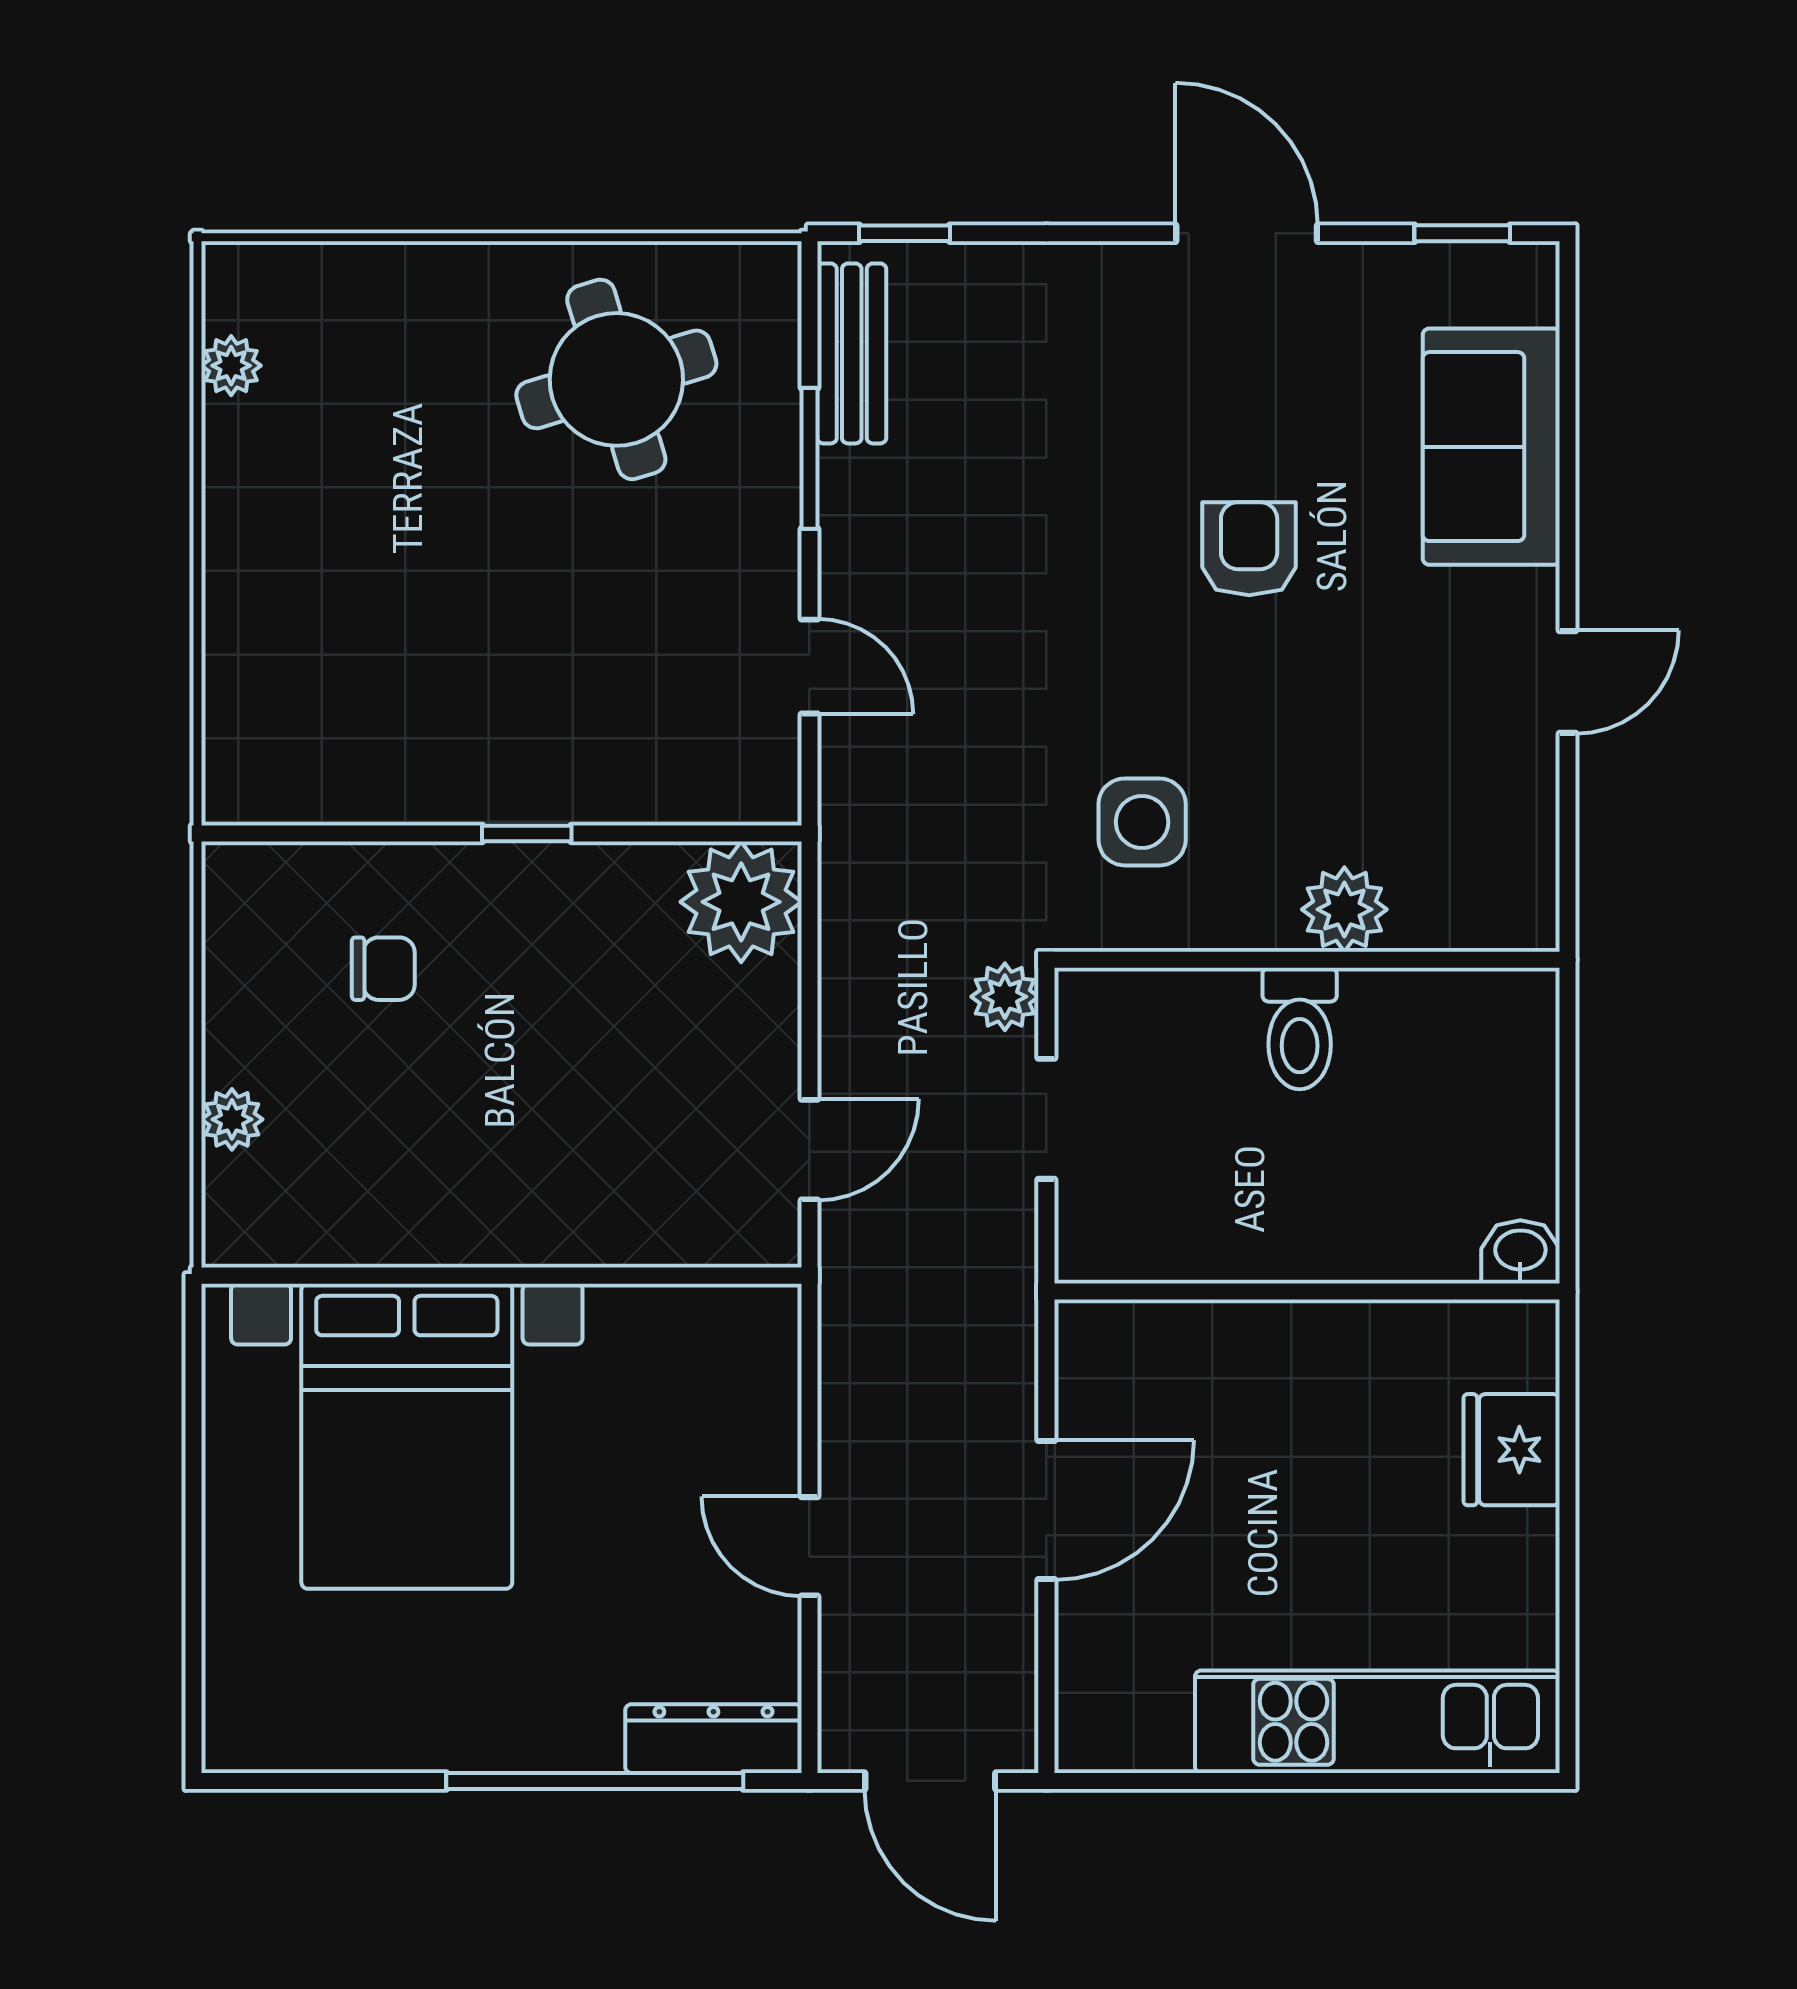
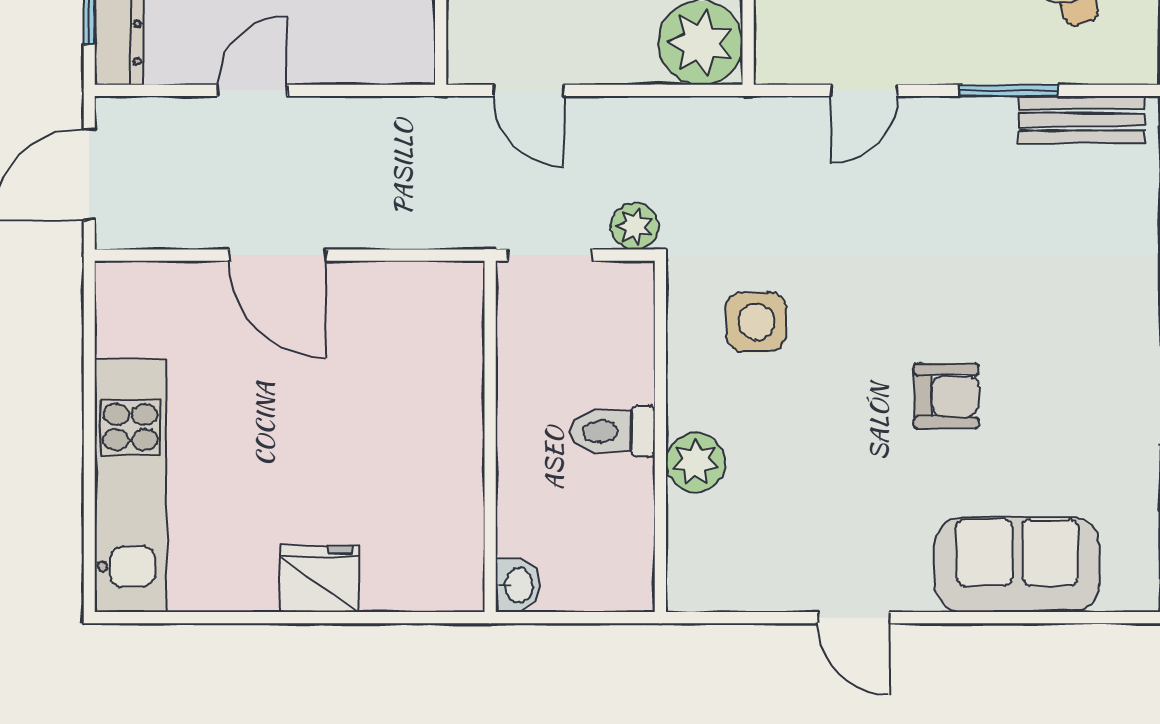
washbasin: (1520, 1252) -> (518, 585), moved
wall: (1307, 1291) -> (490, 436), moved

